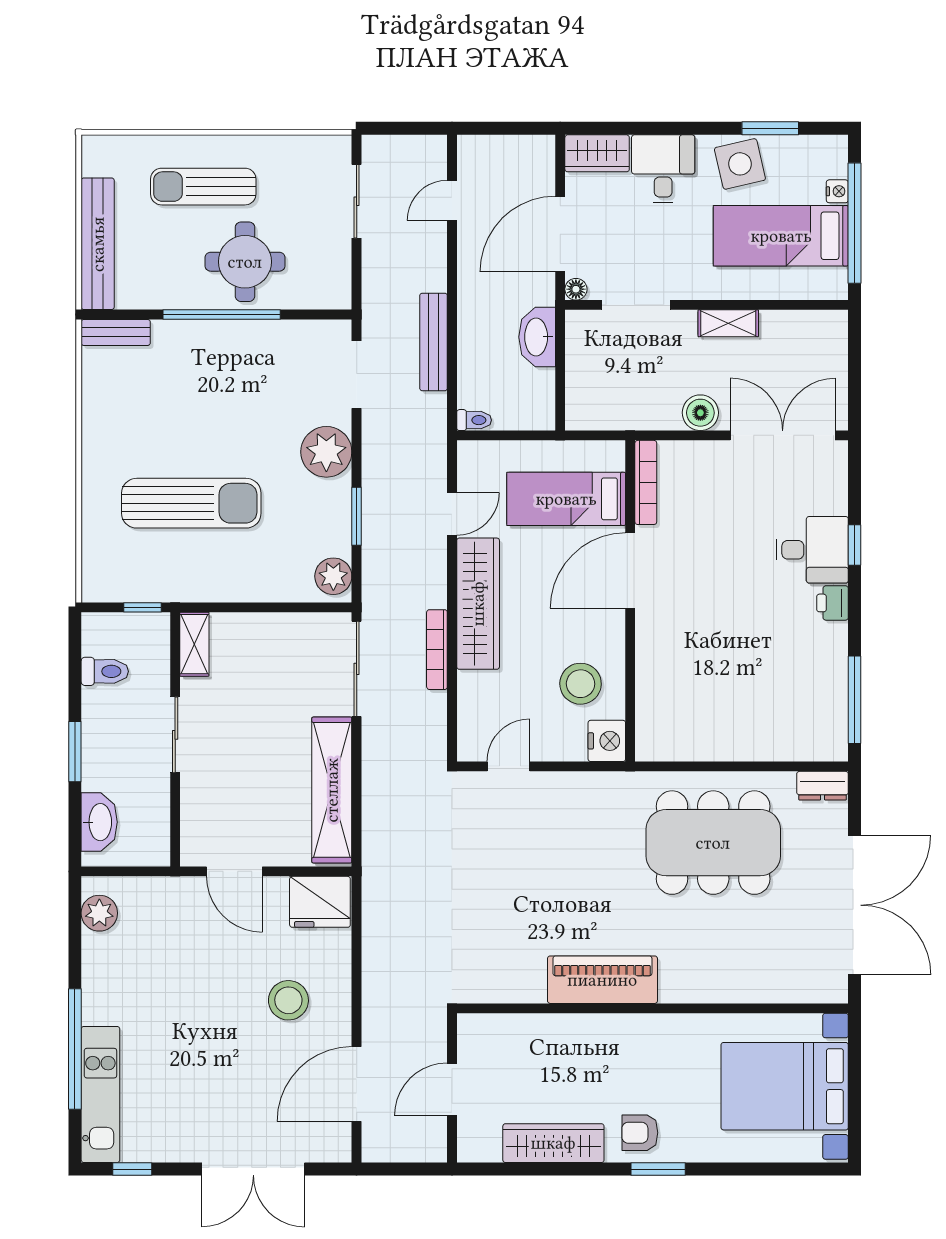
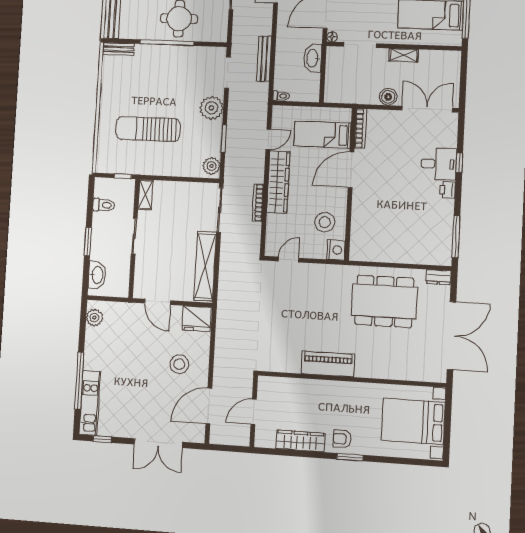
sun lounger: (191, 503) -> (148, 129), turned 180

